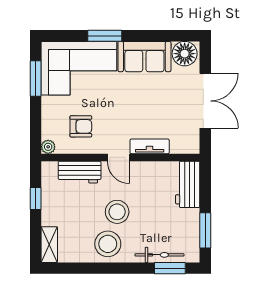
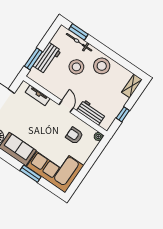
window: (36, 79) -> (81, 176), removed
tv unit: (150, 146) -> (38, 95), moved
workbench: (188, 184) -> (47, 58), moved
stool: (117, 212) -> (76, 67), moved
window: (205, 230) -> (33, 59), moved

